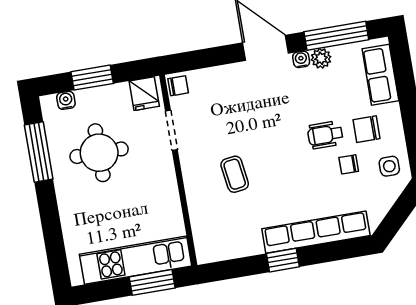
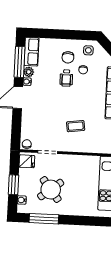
row of seats: (380, 75) -> (32, 52), moved, turned -90
round table: (99, 153) -> (51, 190), turned -38

